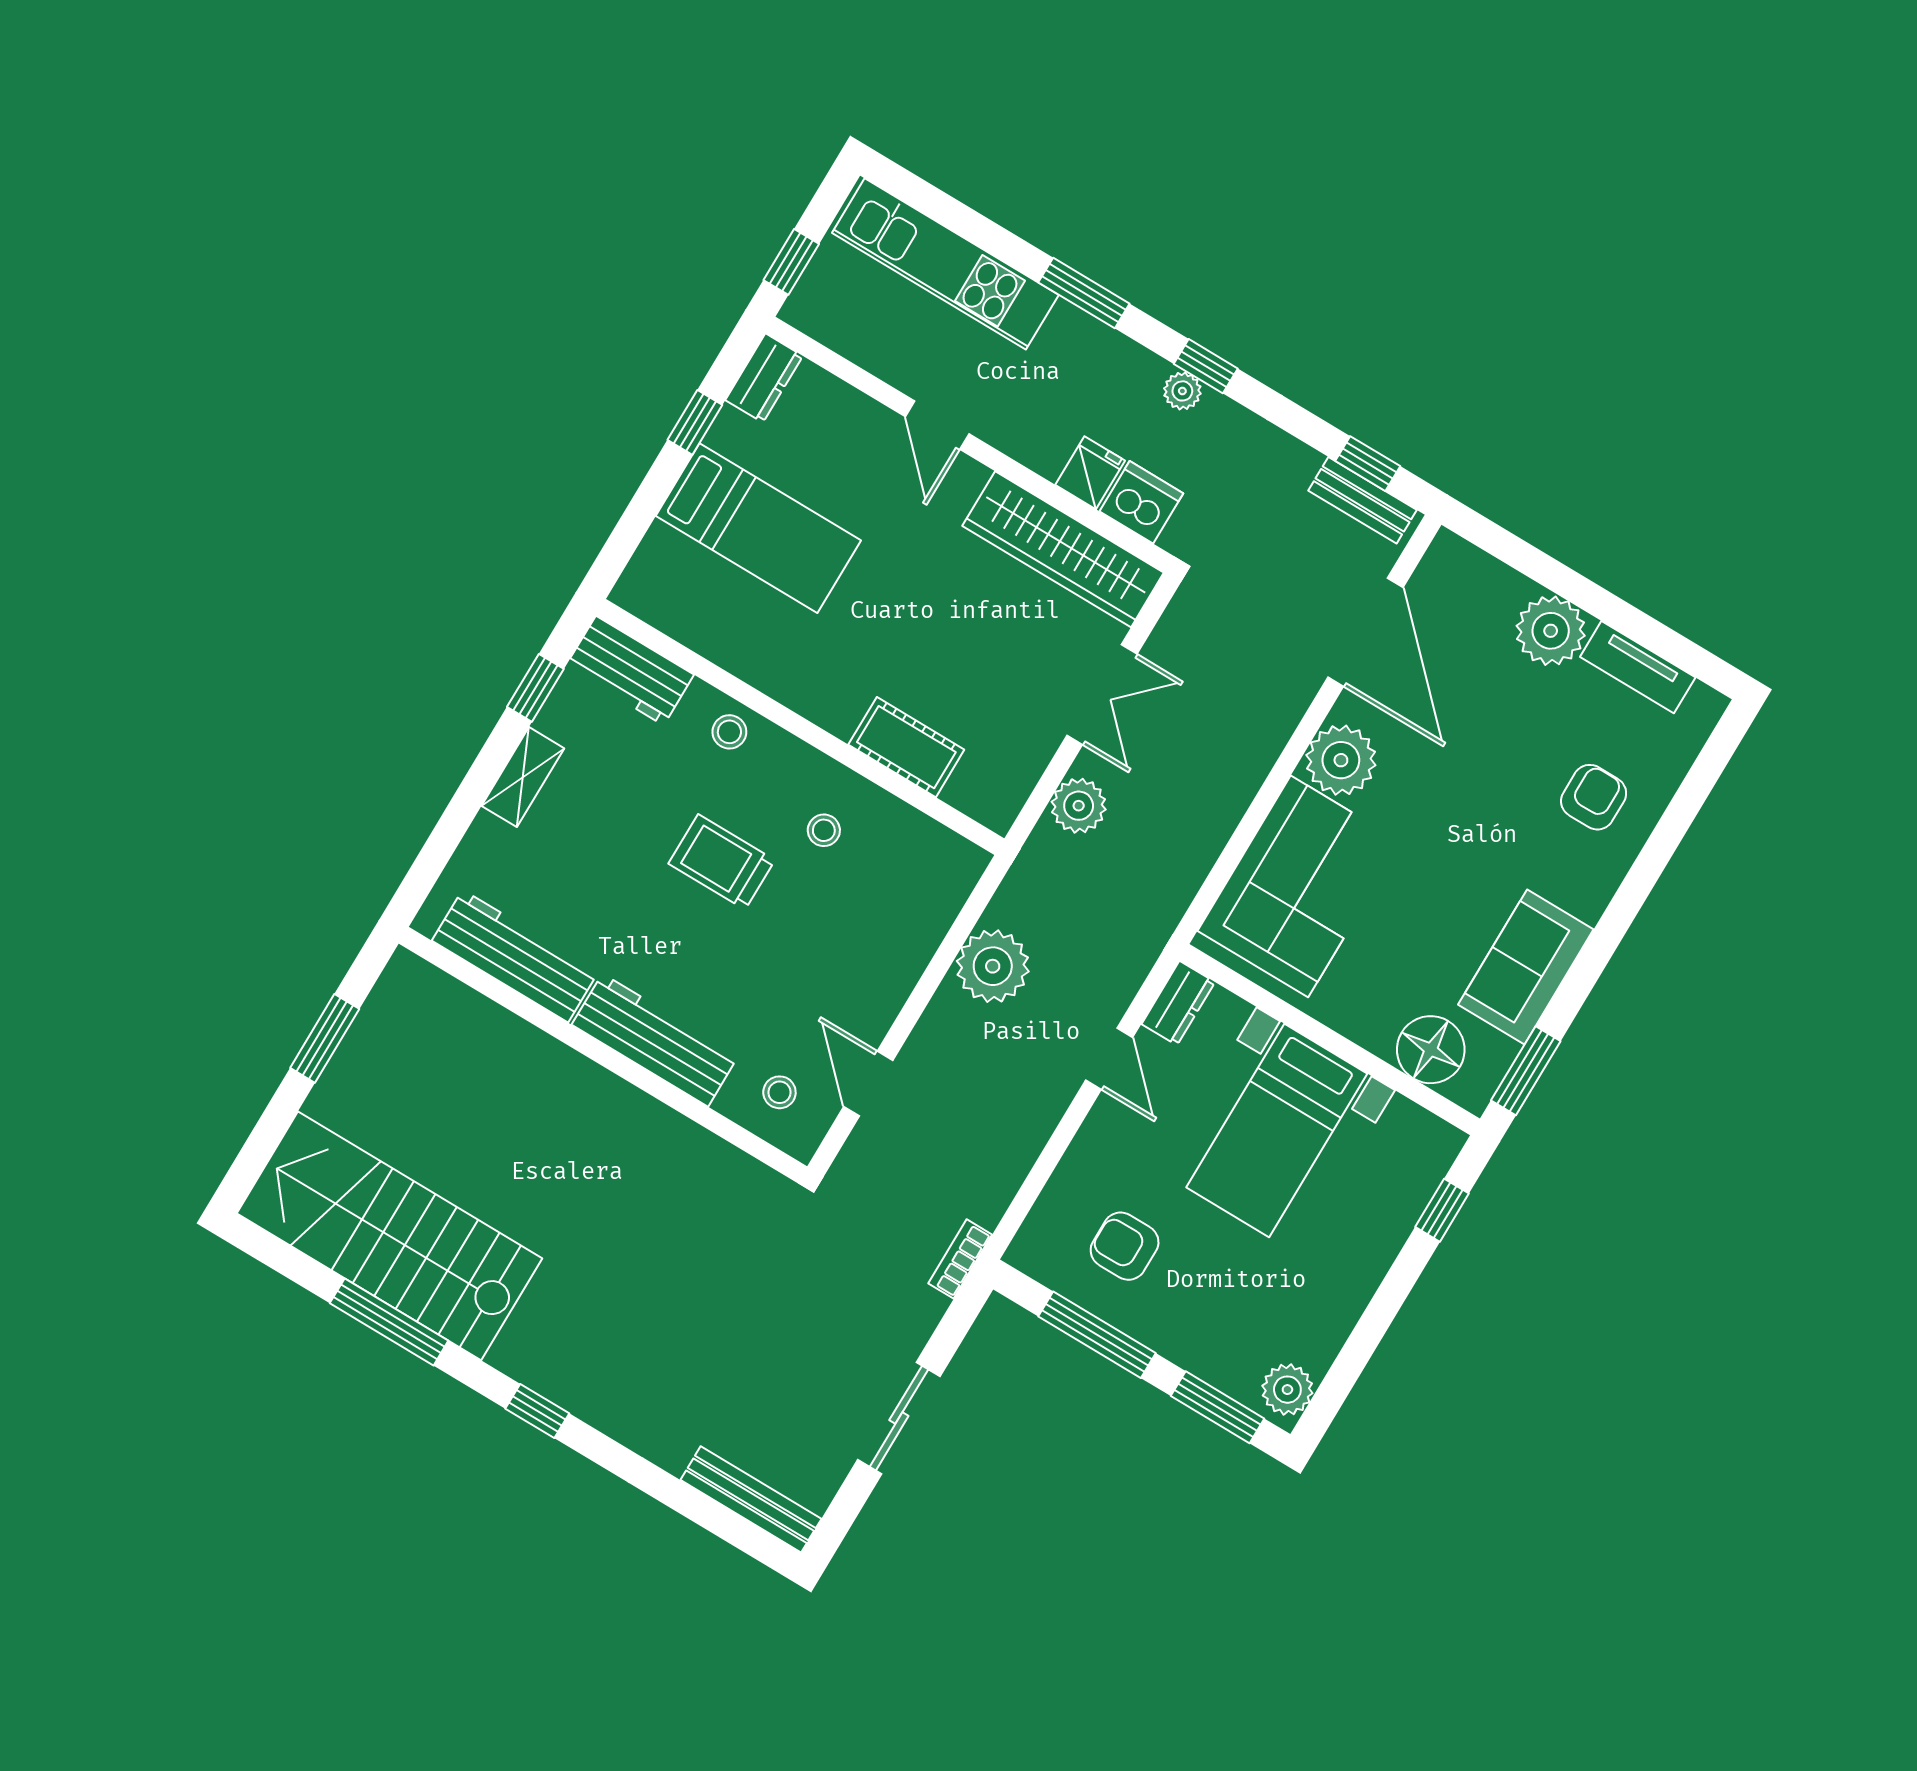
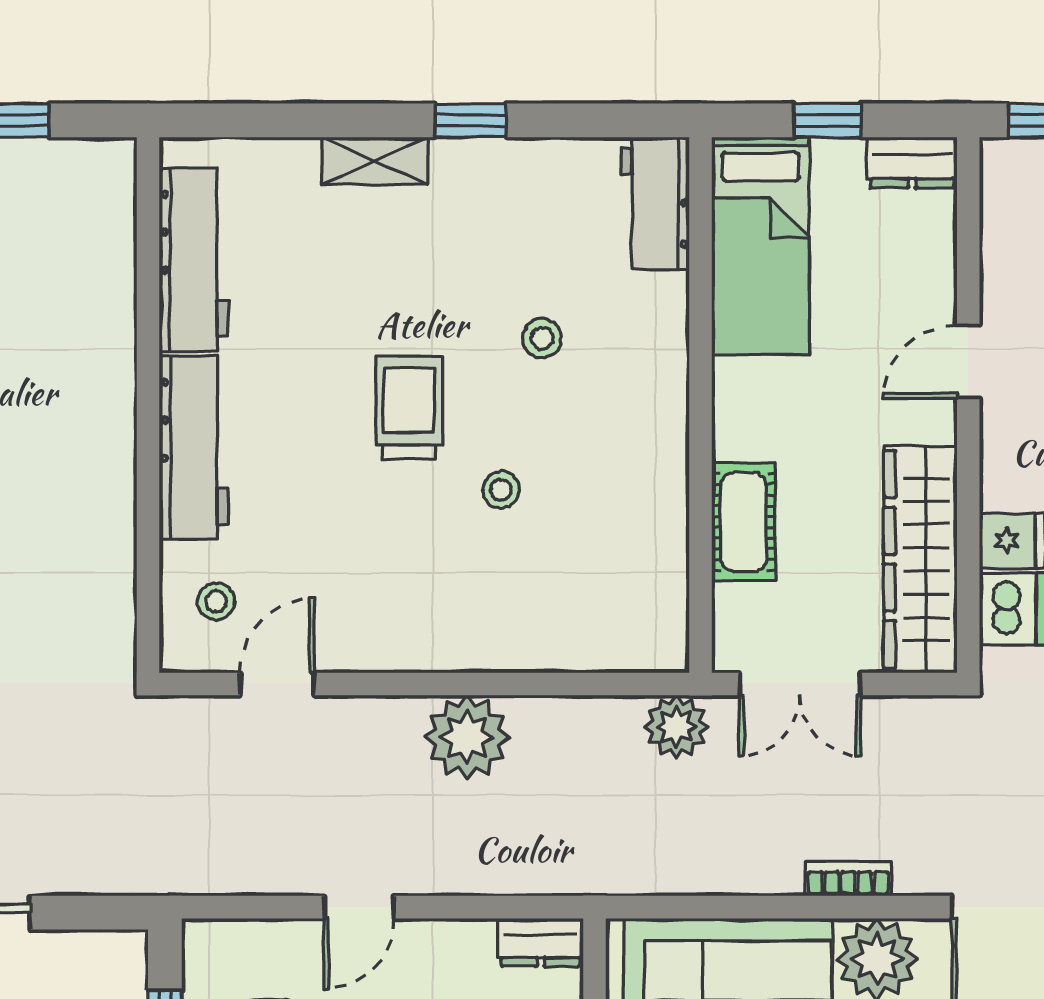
workbench: (630, 671) -> (655, 203), moved
wall: (800, 727) -> (700, 405), moved
cot: (906, 747) -> (744, 522), moved
door: (1109, 1059) -> (359, 907), moved
bookcase: (960, 1259) -> (848, 879), moved

